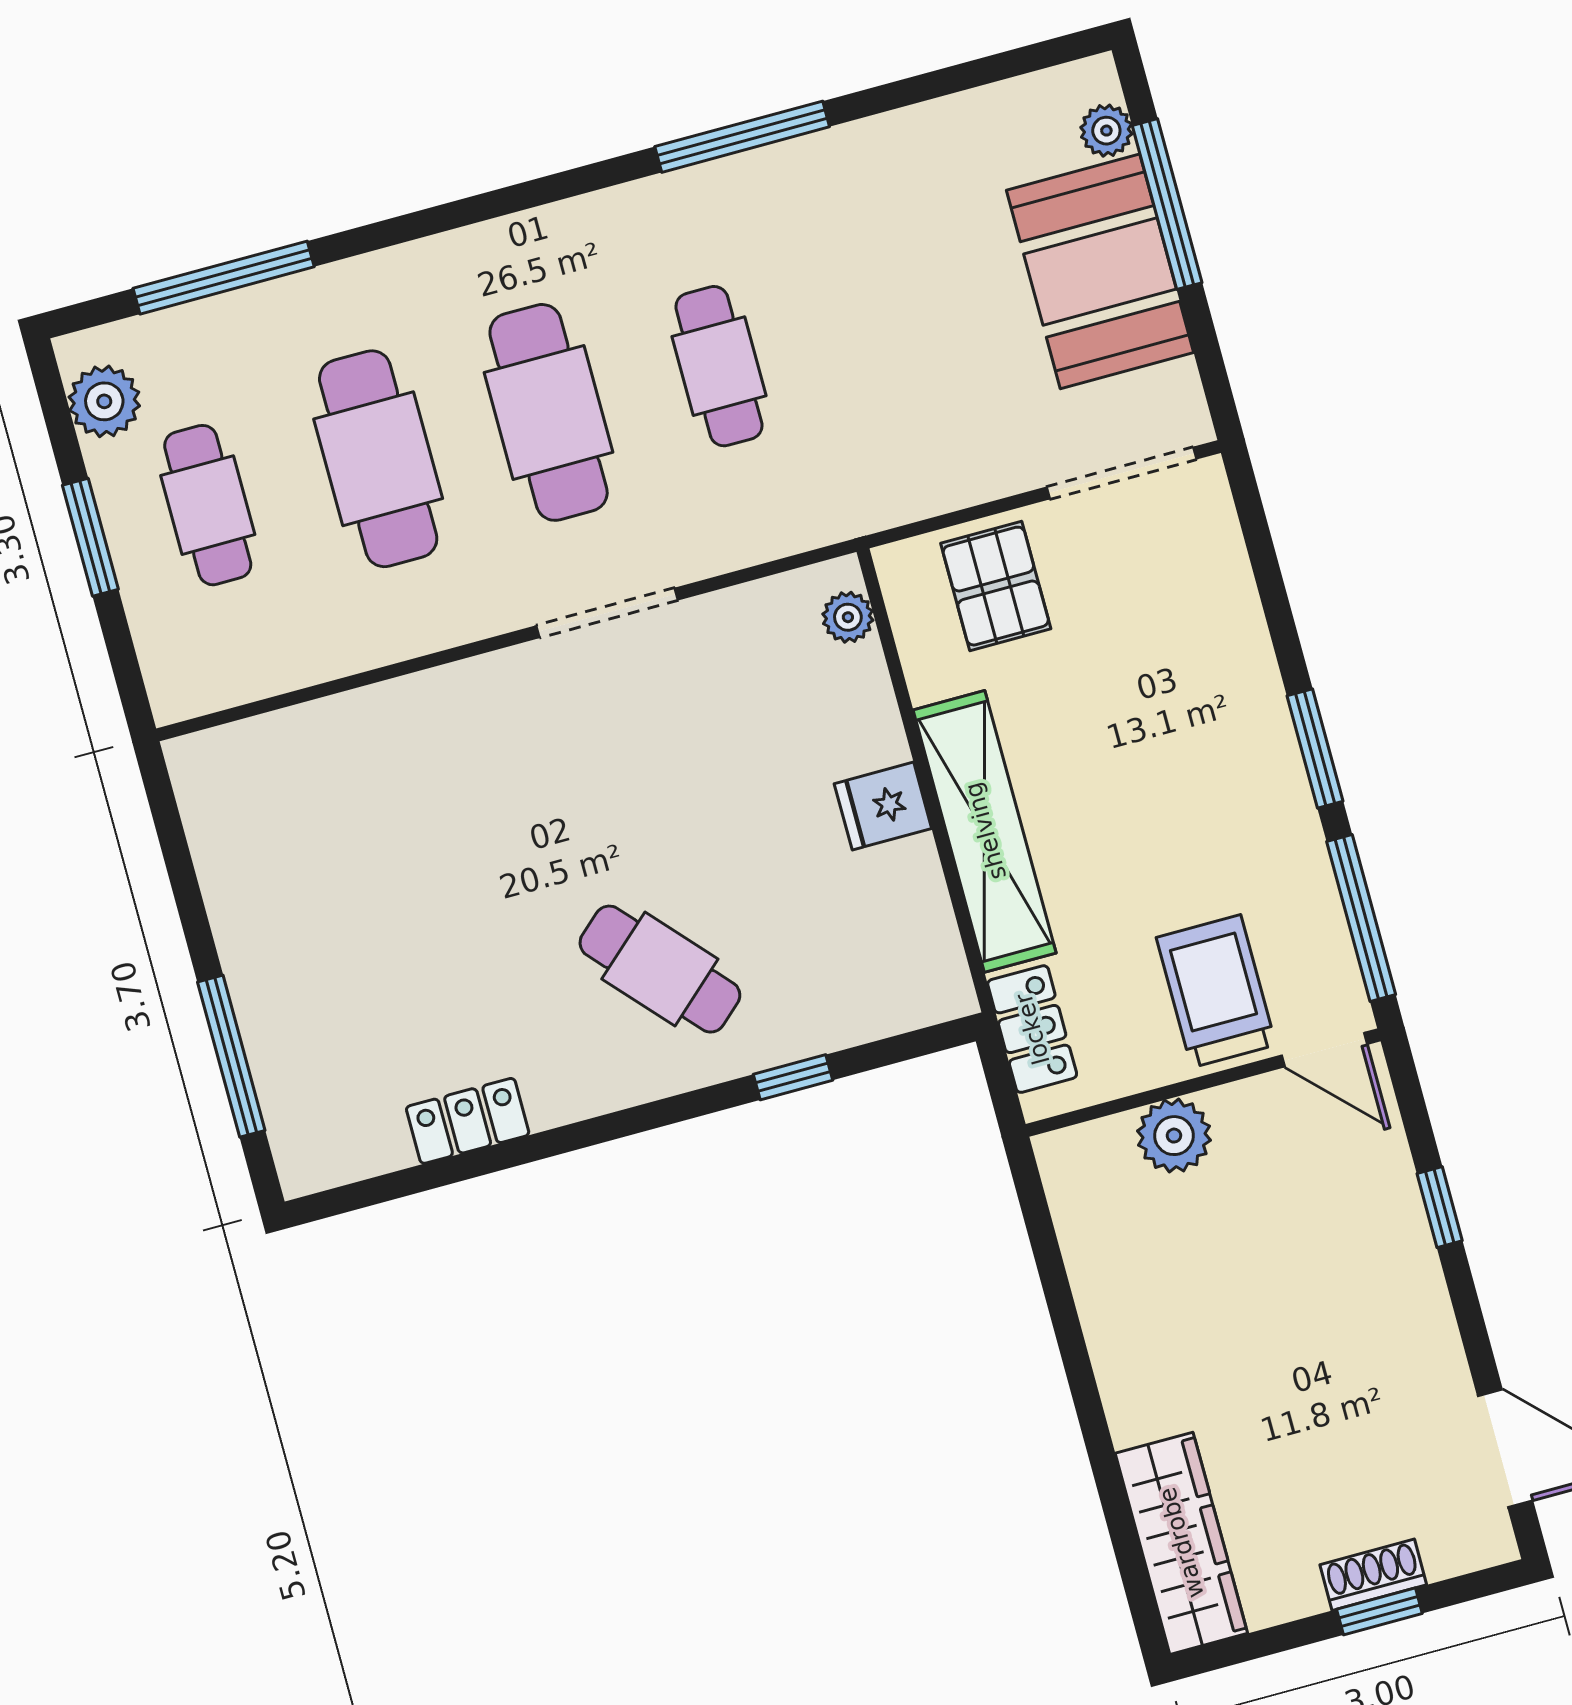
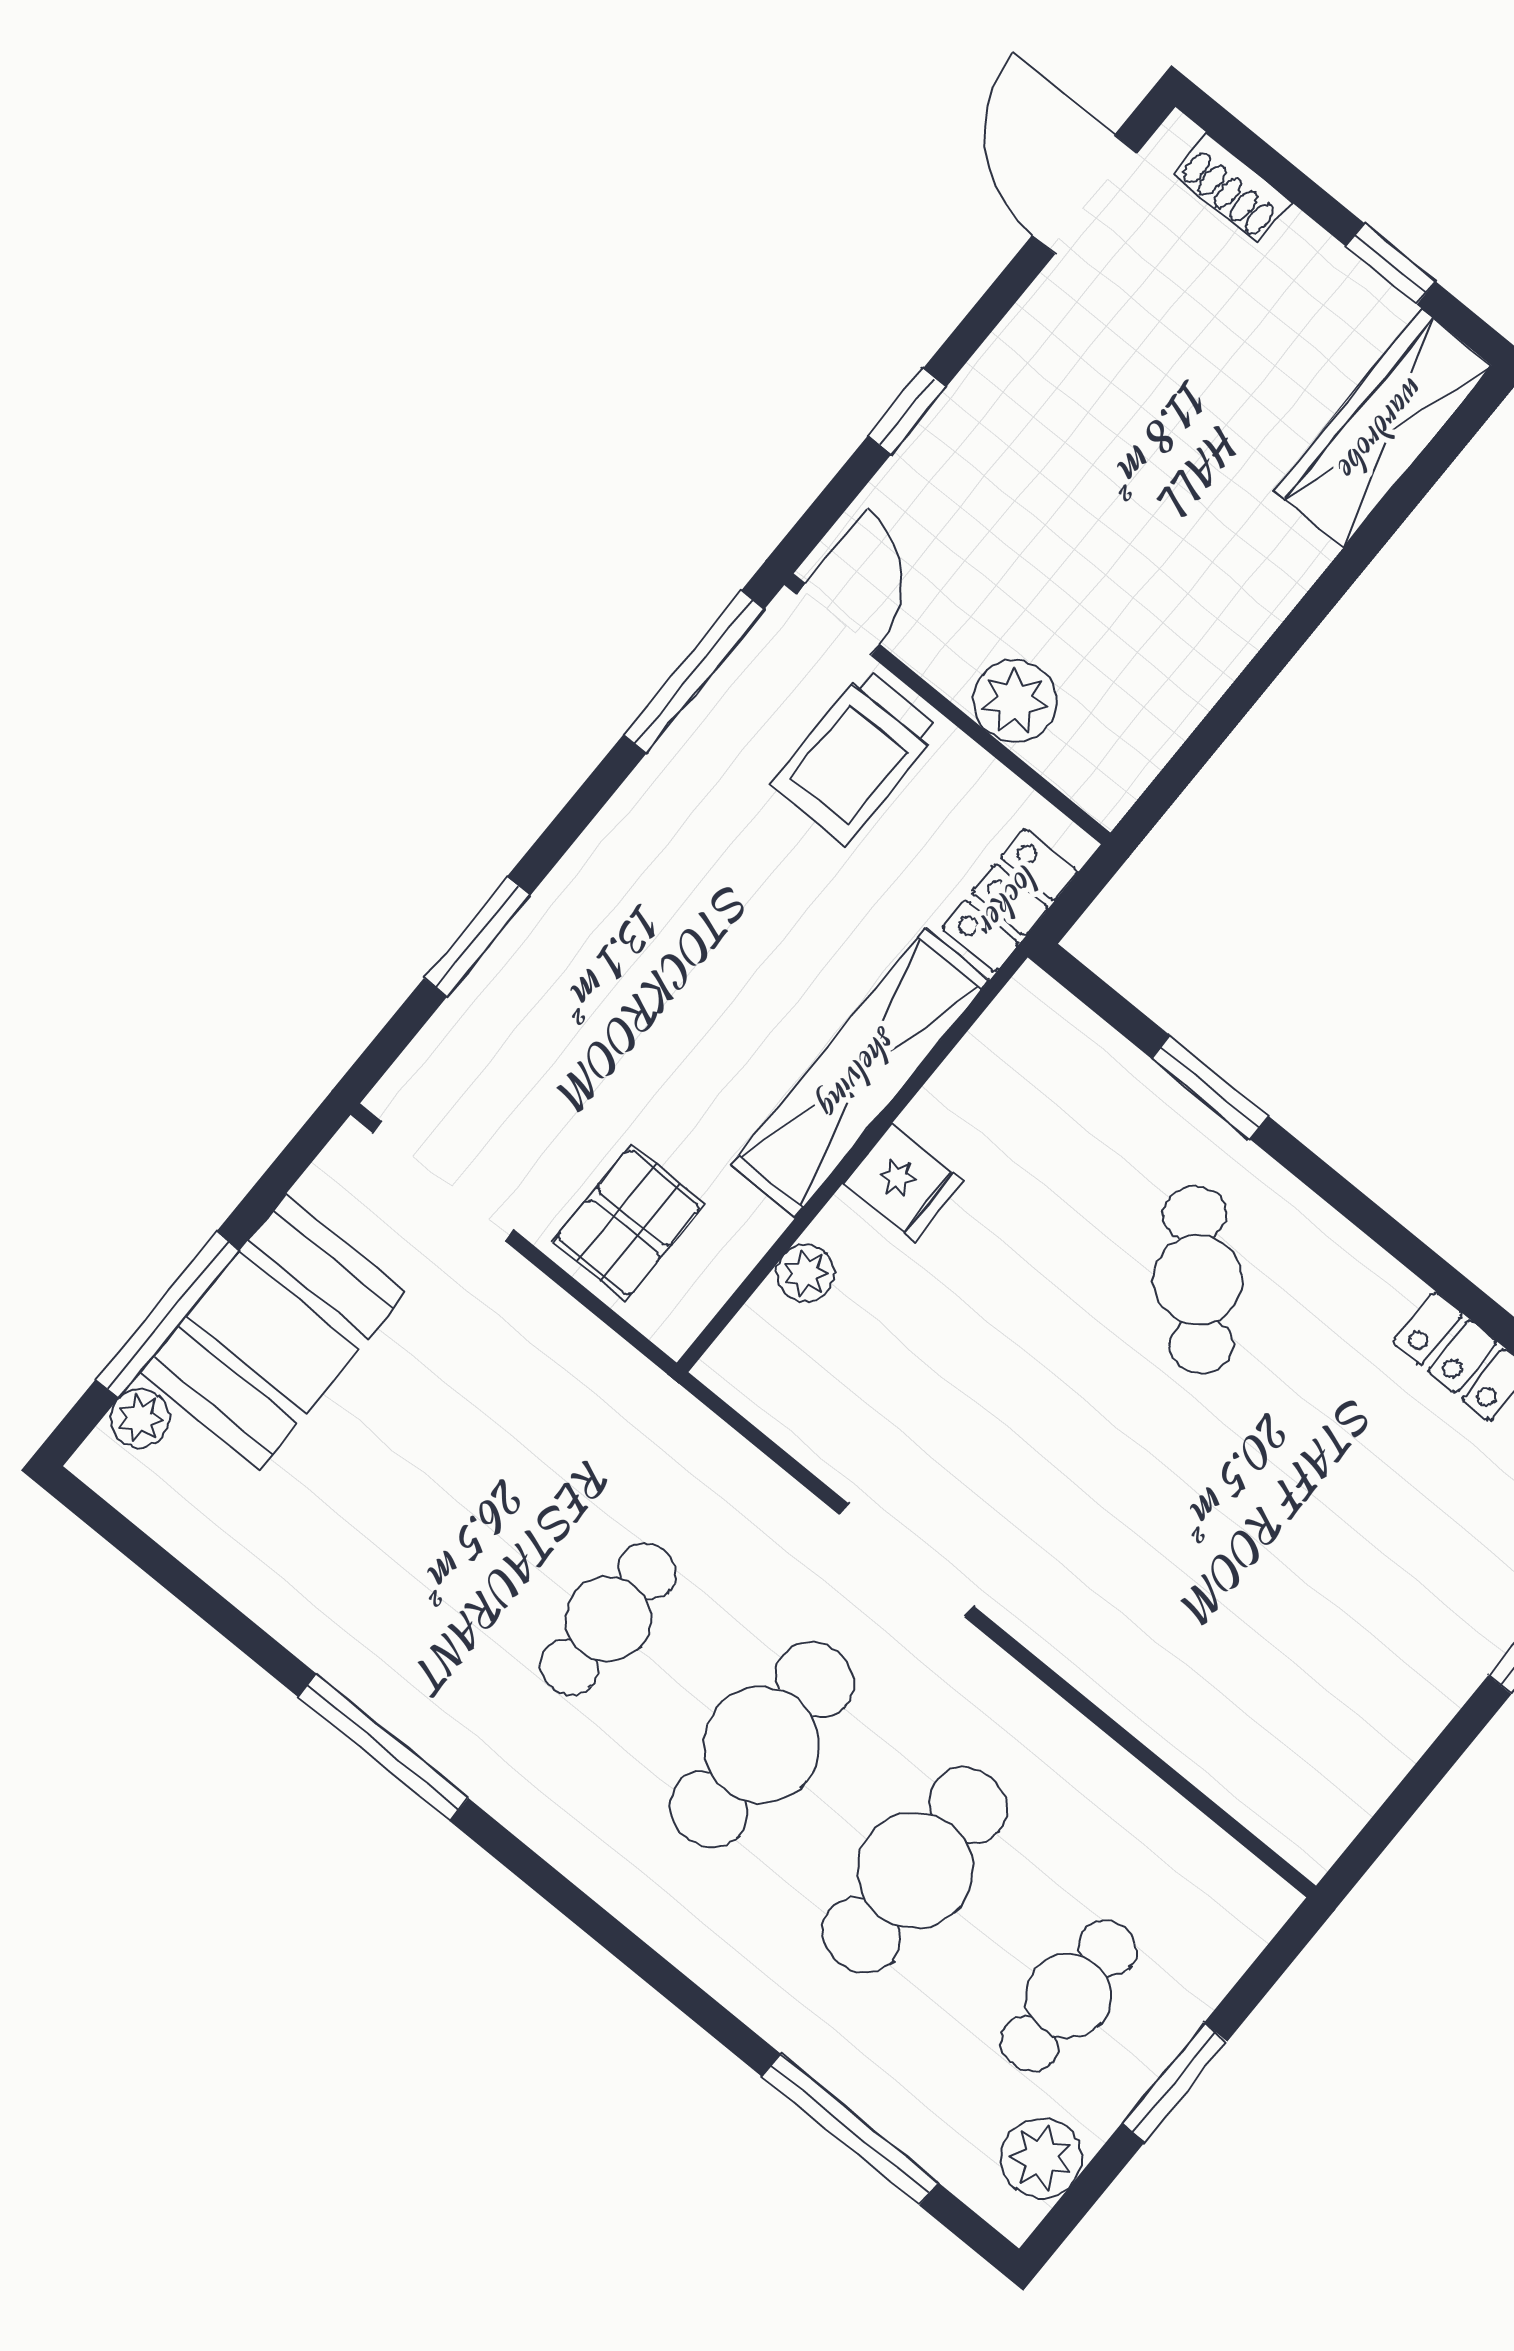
plant: (848, 617) -> (806, 1273), moved
window: (1315, 748) -> (477, 937), moved
window: (793, 1077) -> (1210, 1087), width x1.50
shoe rack: (1373, 1575) -> (1232, 188), moved
window: (1379, 1611) -> (1391, 264), moved

